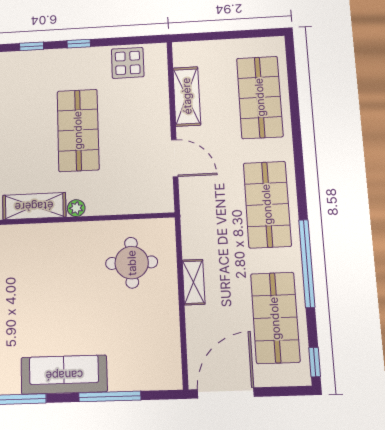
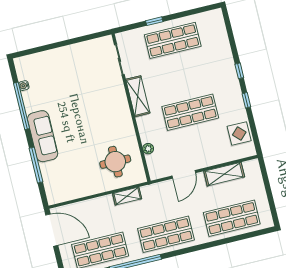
plant: (76, 208) -> (148, 149), moved
shelving: (194, 282) -> (127, 196), moved

